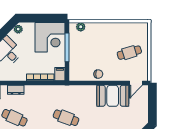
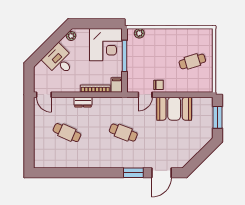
door: (136, 83) -> (145, 95), moved
dresser: (16, 90) -> (83, 102), moved
window: (152, 104) -> (218, 117), added

